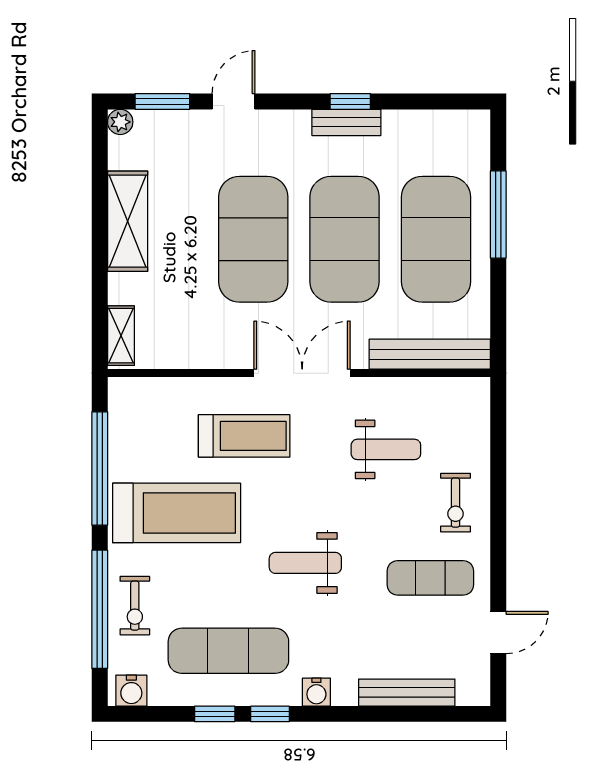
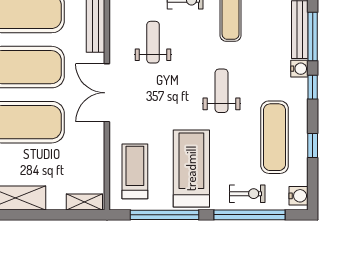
treadmill: (244, 436) -> (135, 171), moved
weight bench: (305, 563) -> (222, 91), turned 180
water cooler: (316, 692) -> (299, 69), moved
window: (270, 714) -> (313, 87), moved
window: (395, 714) -> (313, 37), added

